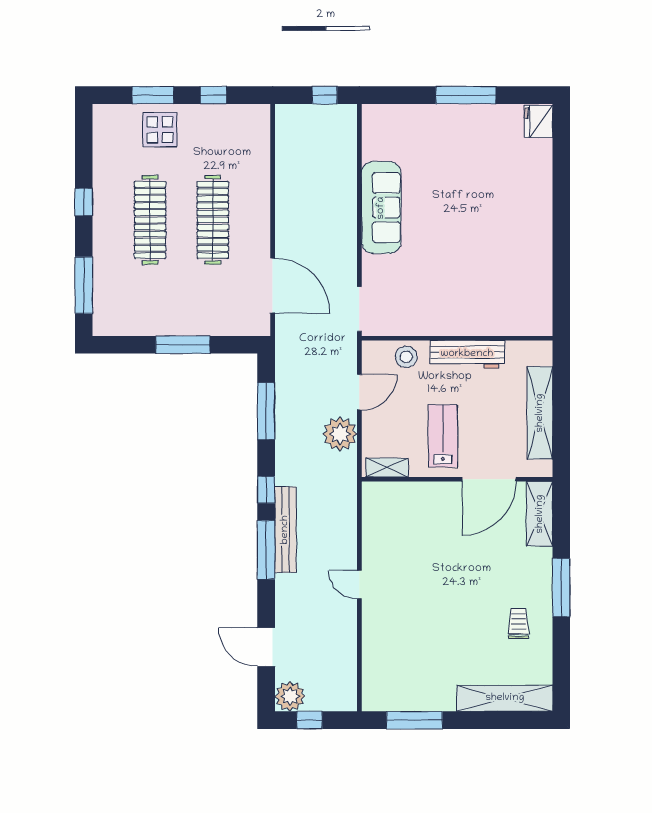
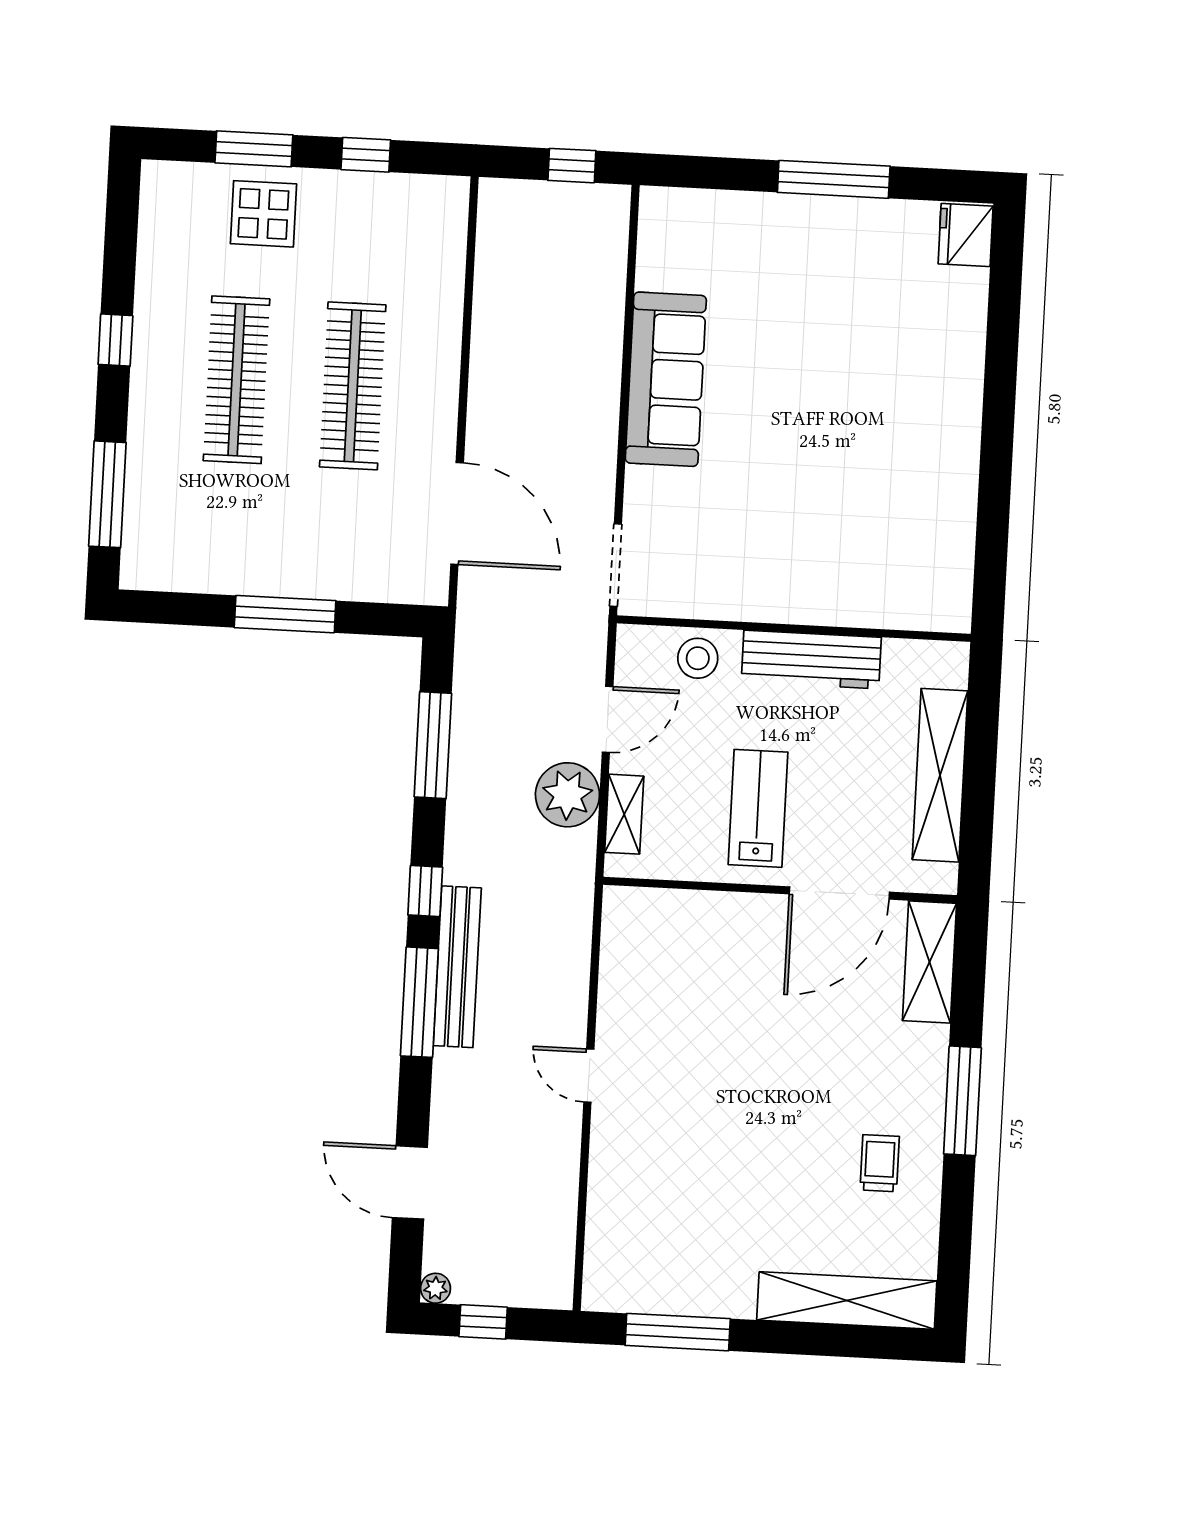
shelving: (387, 468) -> (624, 814), moved, turned 90
plant: (290, 696) -> (436, 1288), width x0.53, depth x0.53

